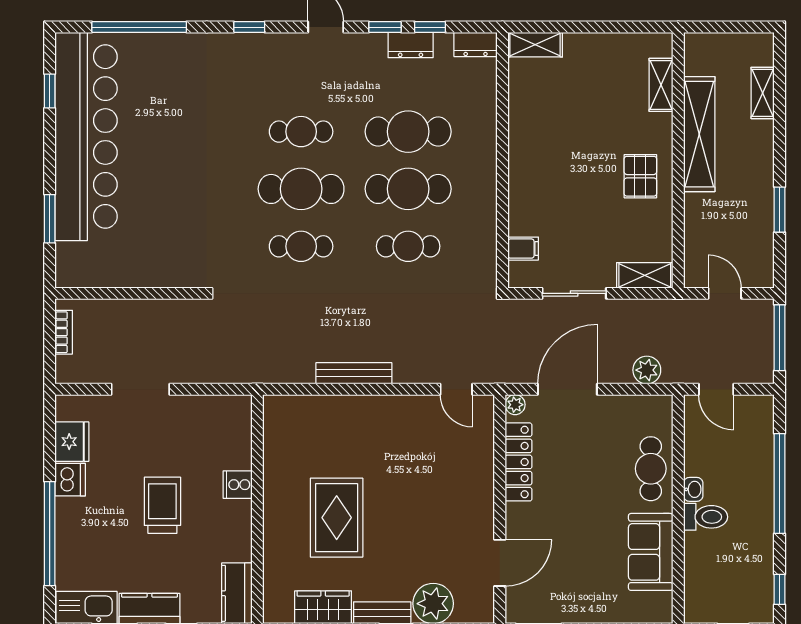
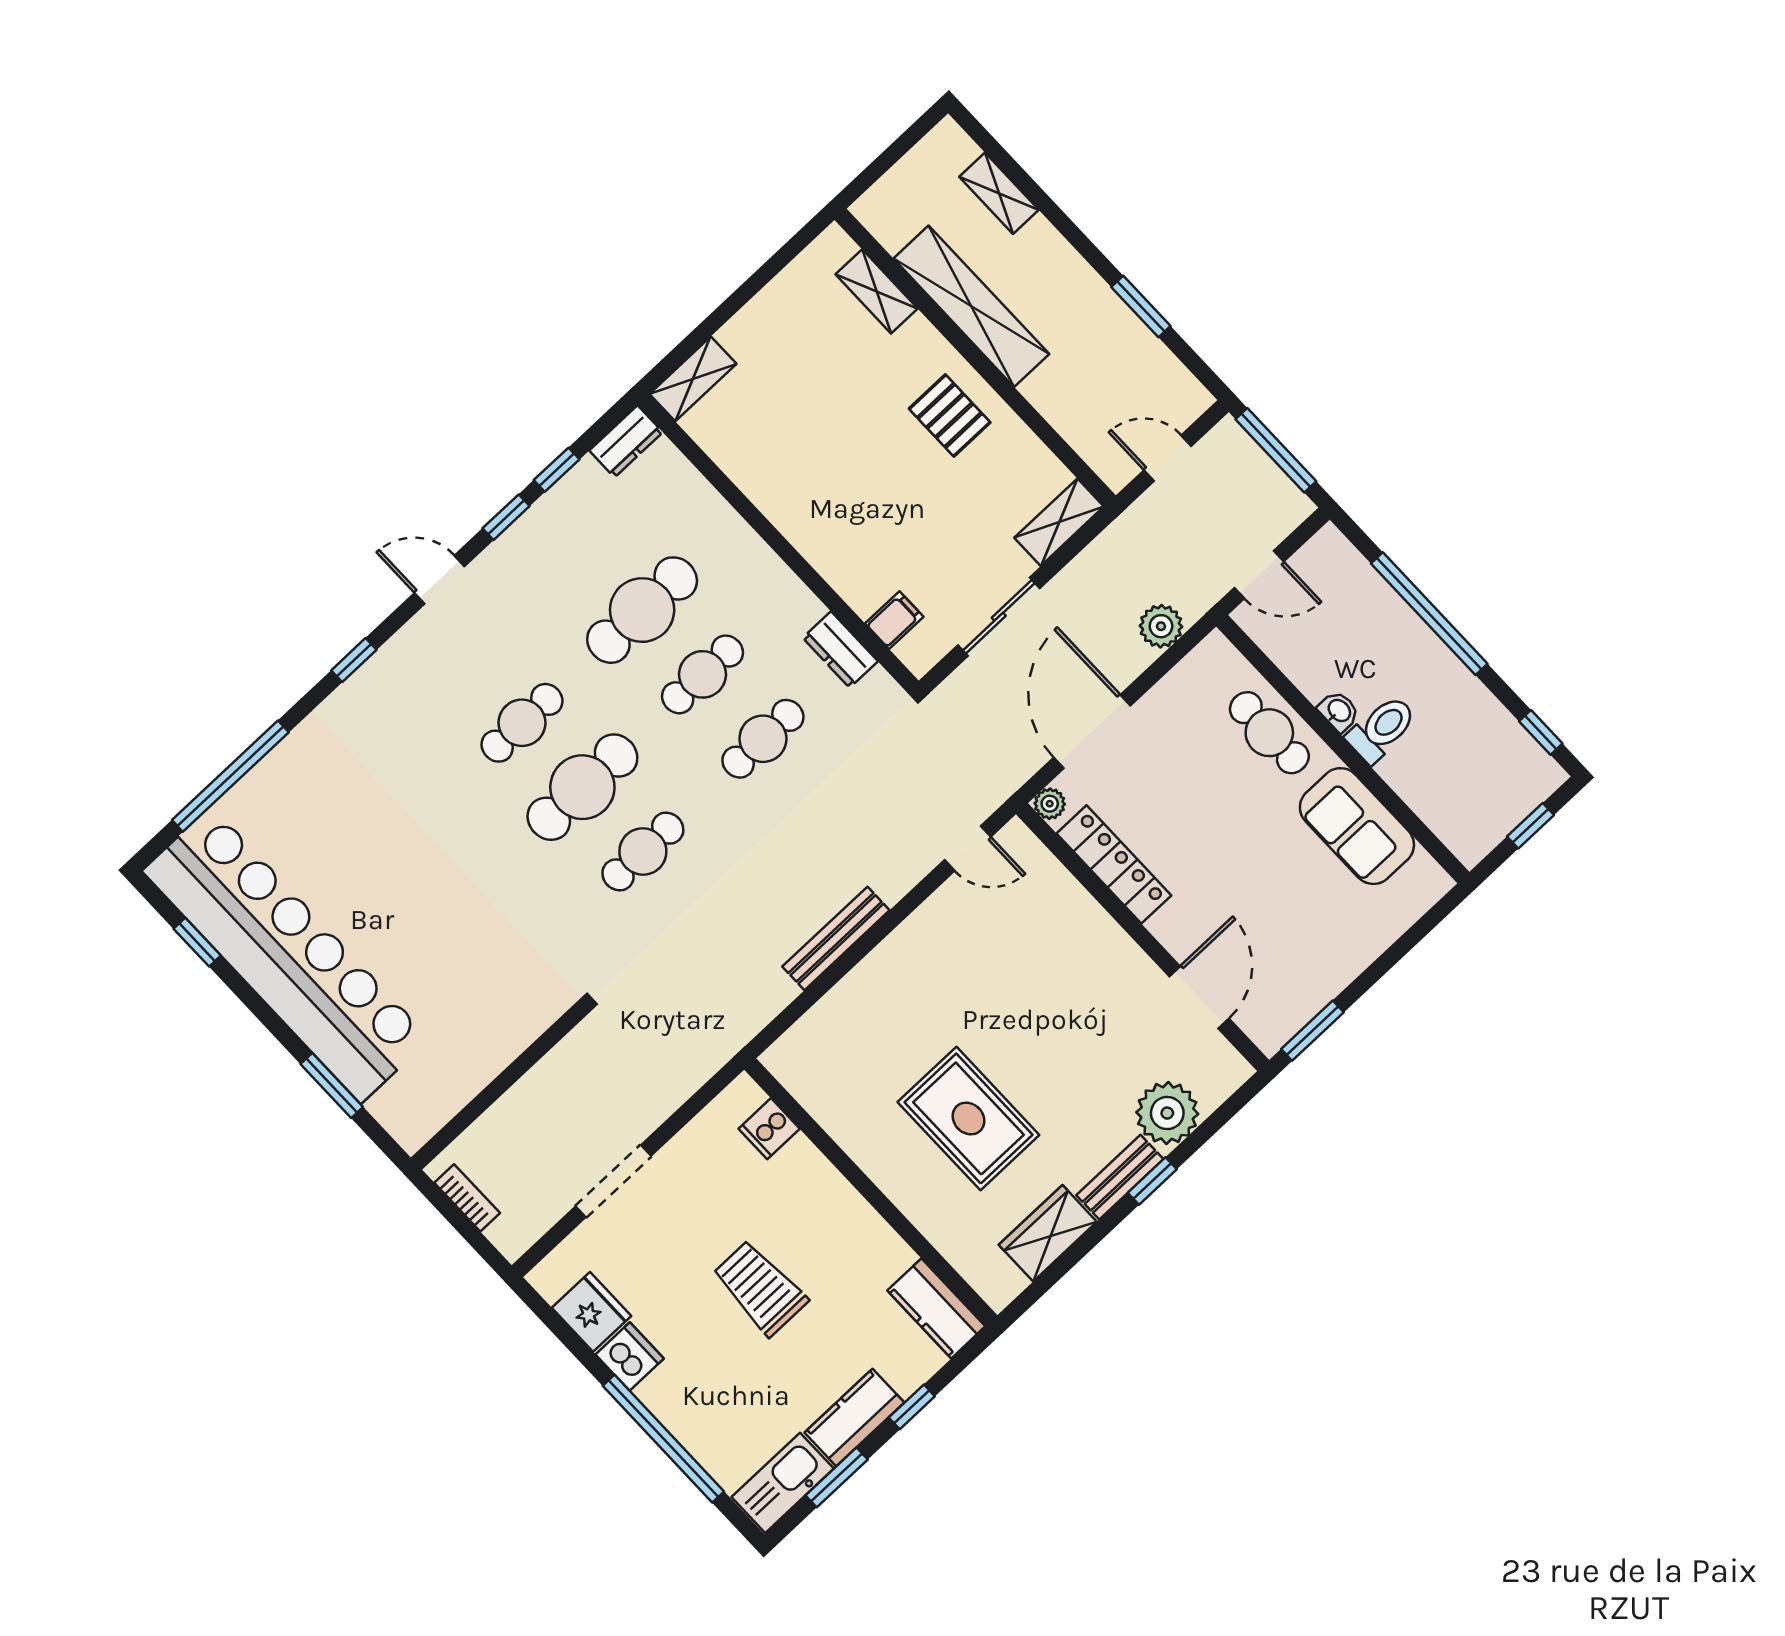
dresser: (411, 45) -> (840, 650), moved, turned 90
cafe table: (408, 189) -> (703, 674), width x0.73, depth x0.74
cooker: (238, 485) -> (769, 1129), moved

